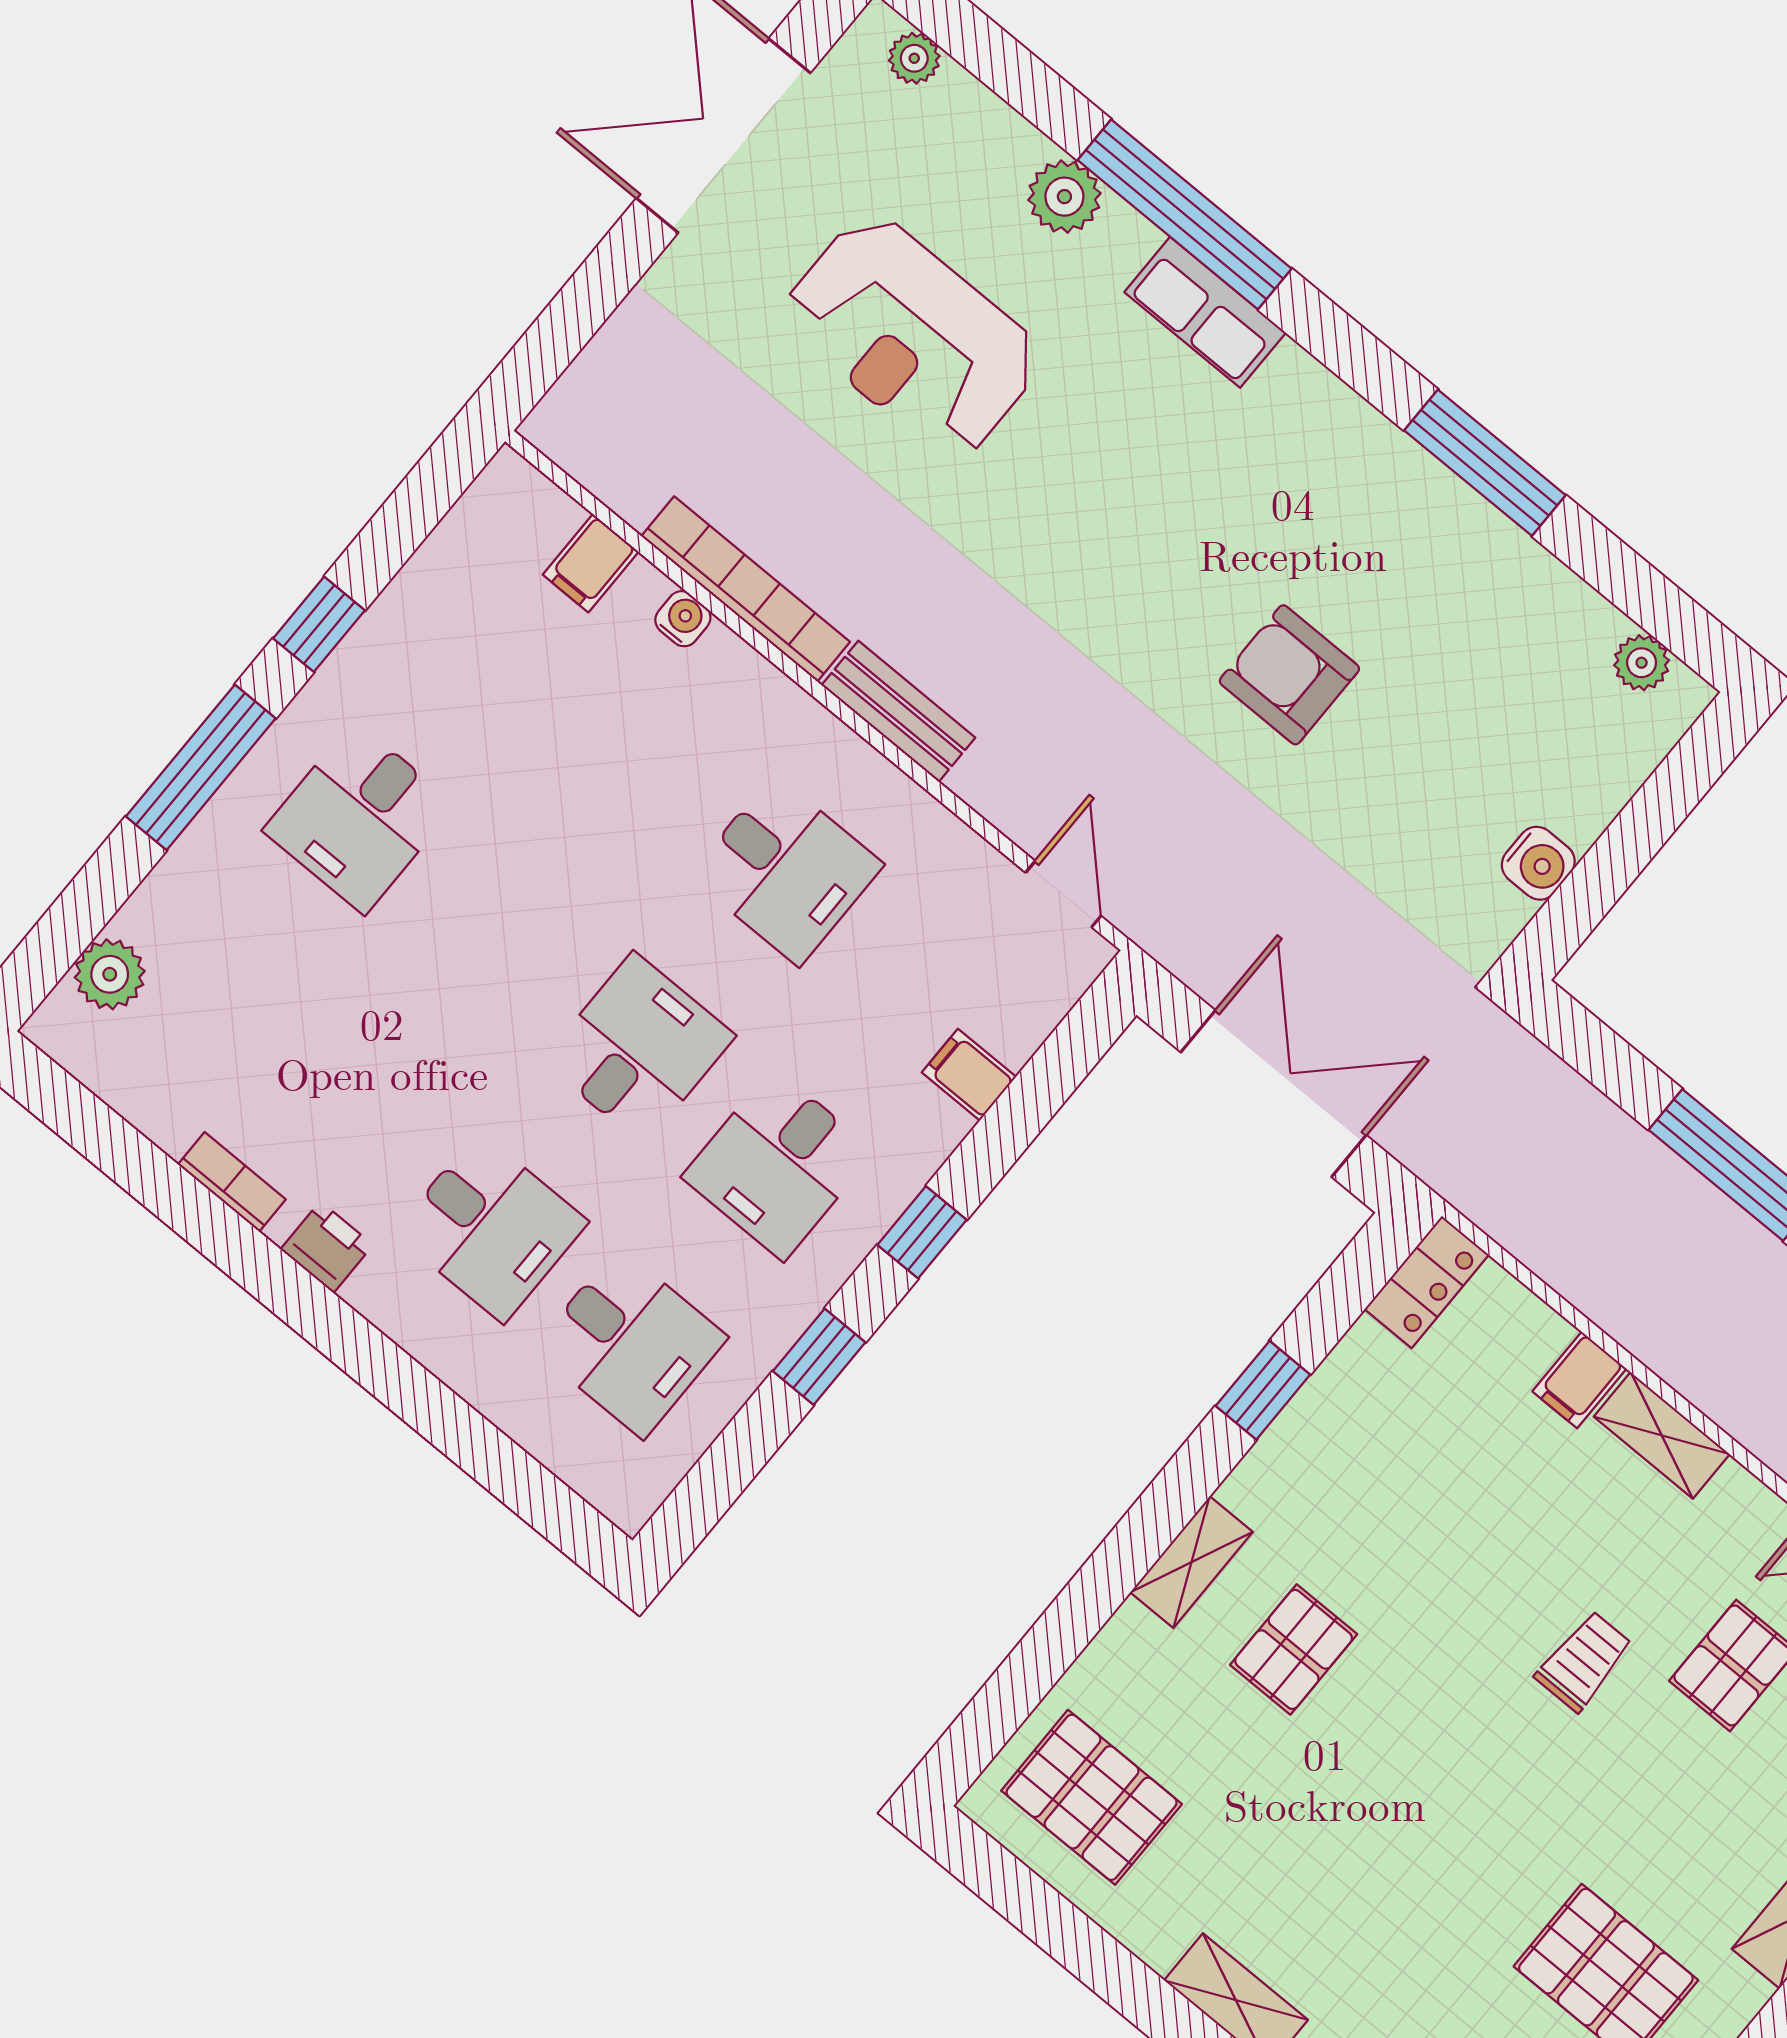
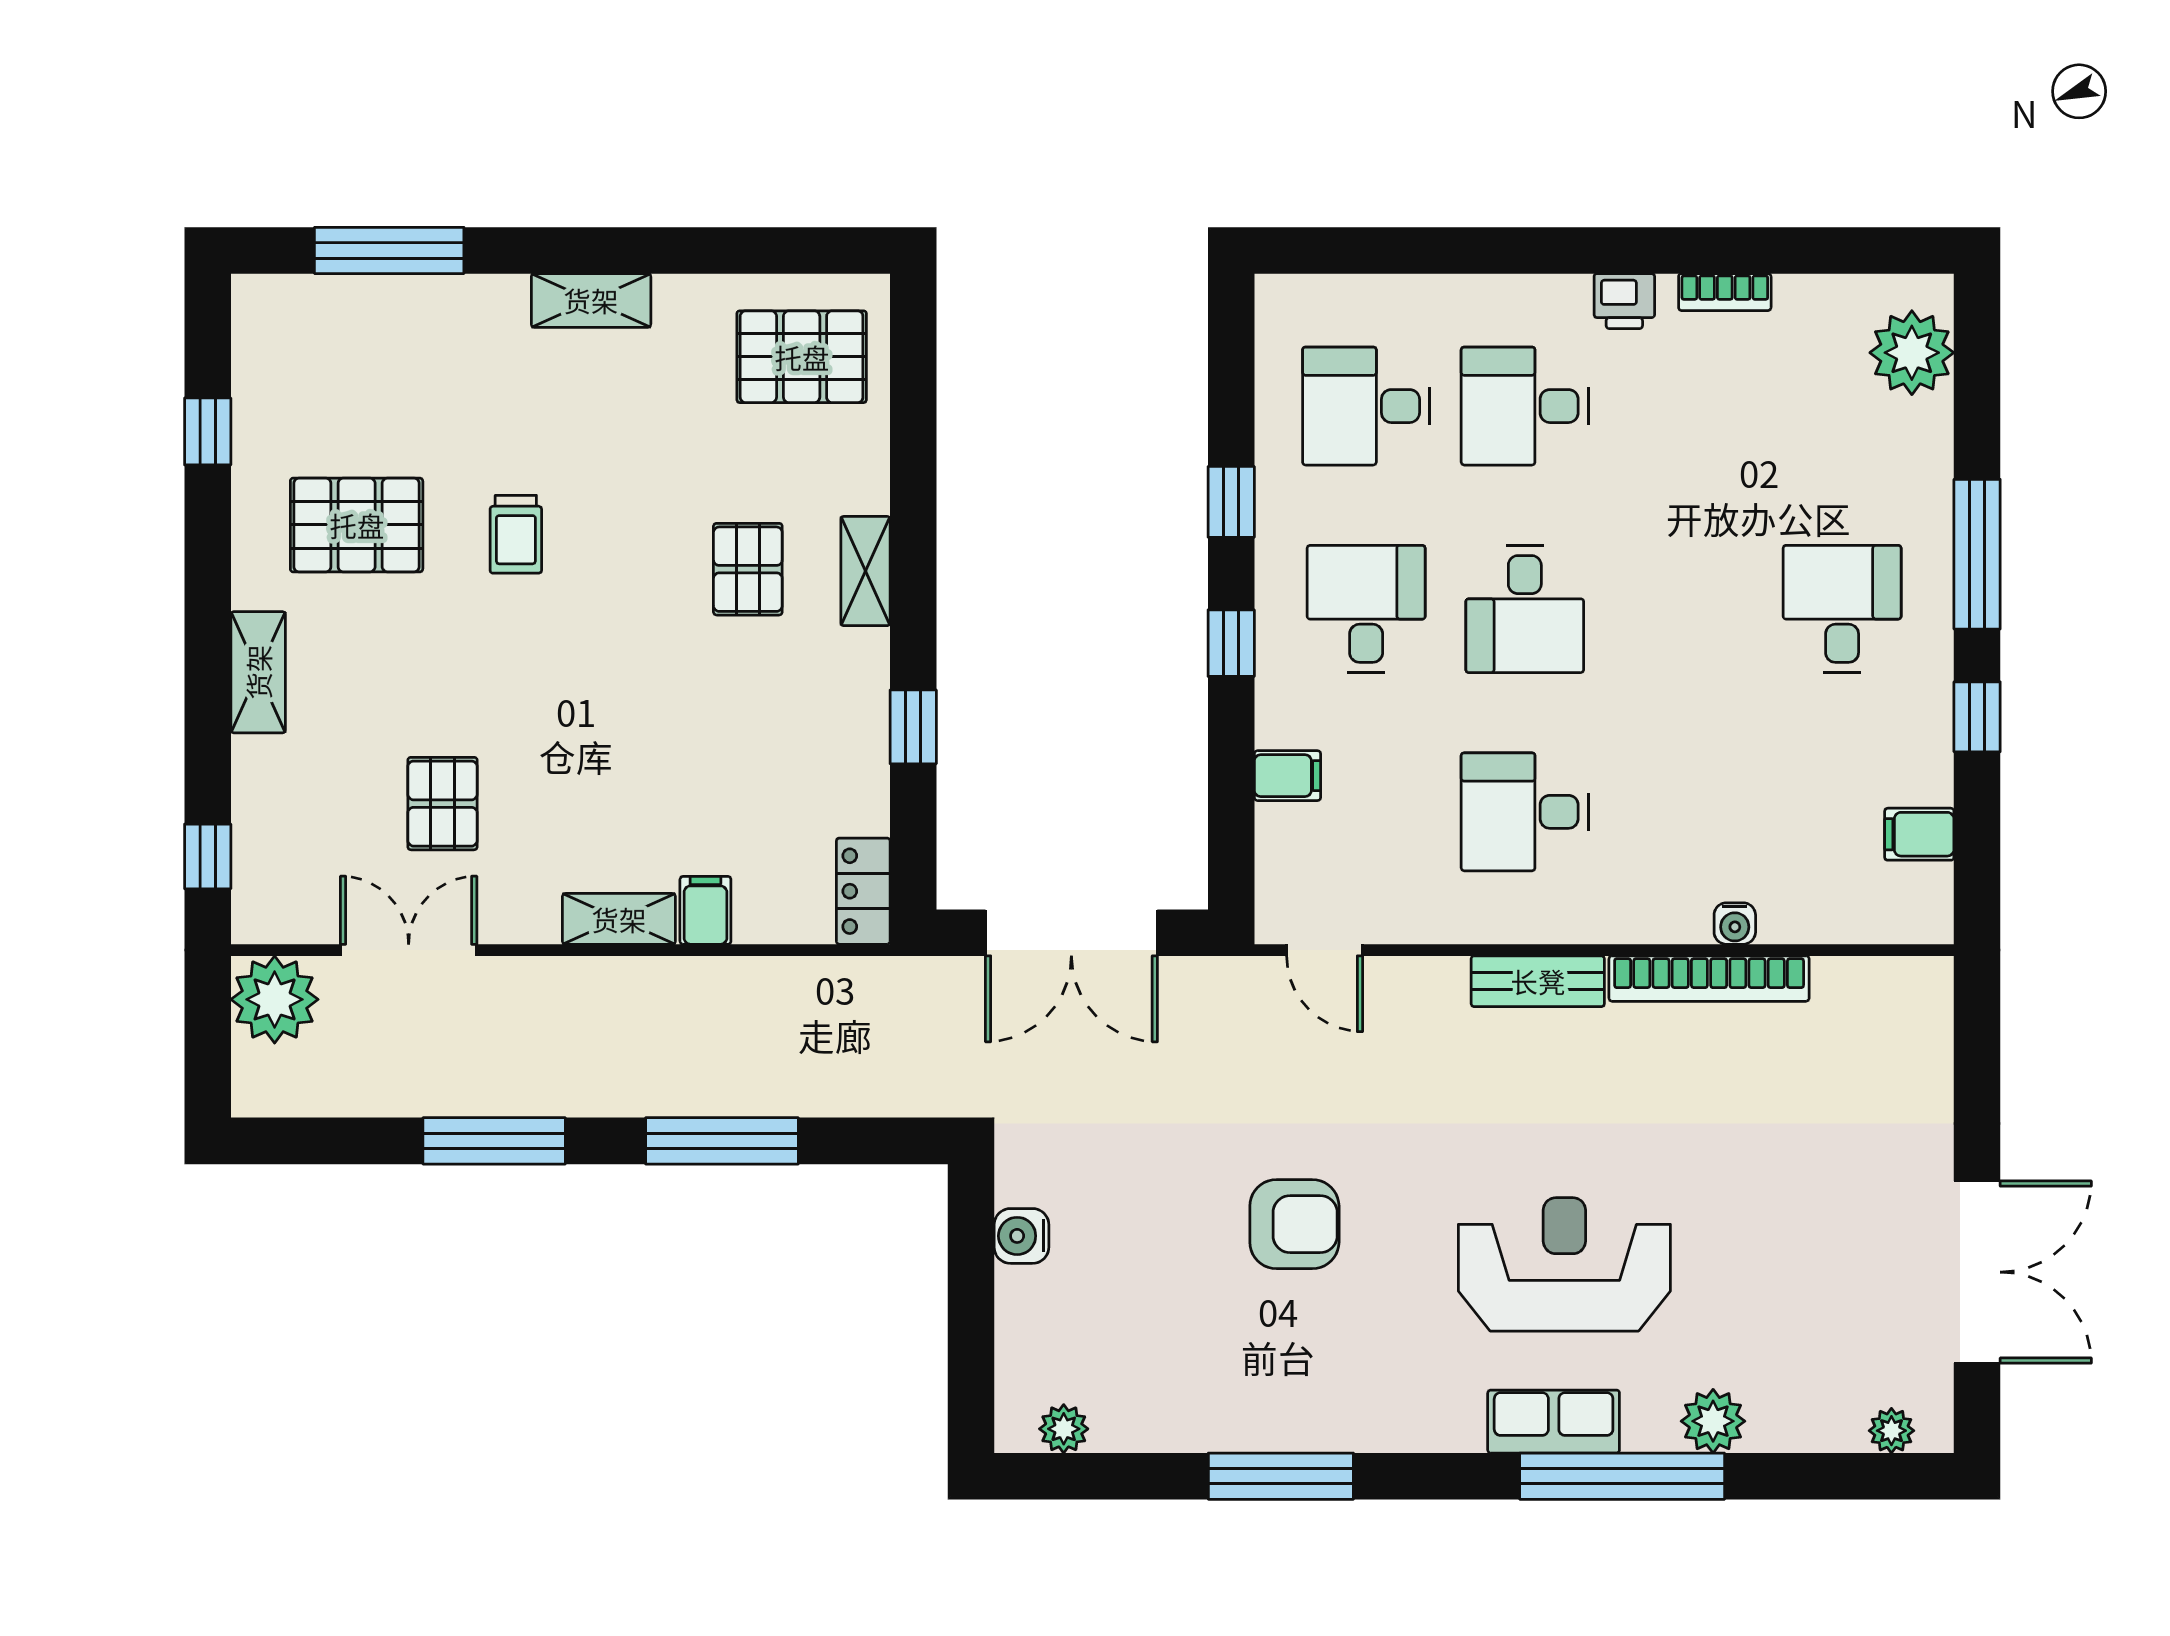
reception desk: (912, 336) -> (1564, 1264), moved
filing cabinet: (591, 563) -> (1919, 834), moved, turned -90
plant: (110, 974) -> (1912, 353), width x1.36, depth x1.36
trolley: (1584, 1661) -> (516, 534), moved

